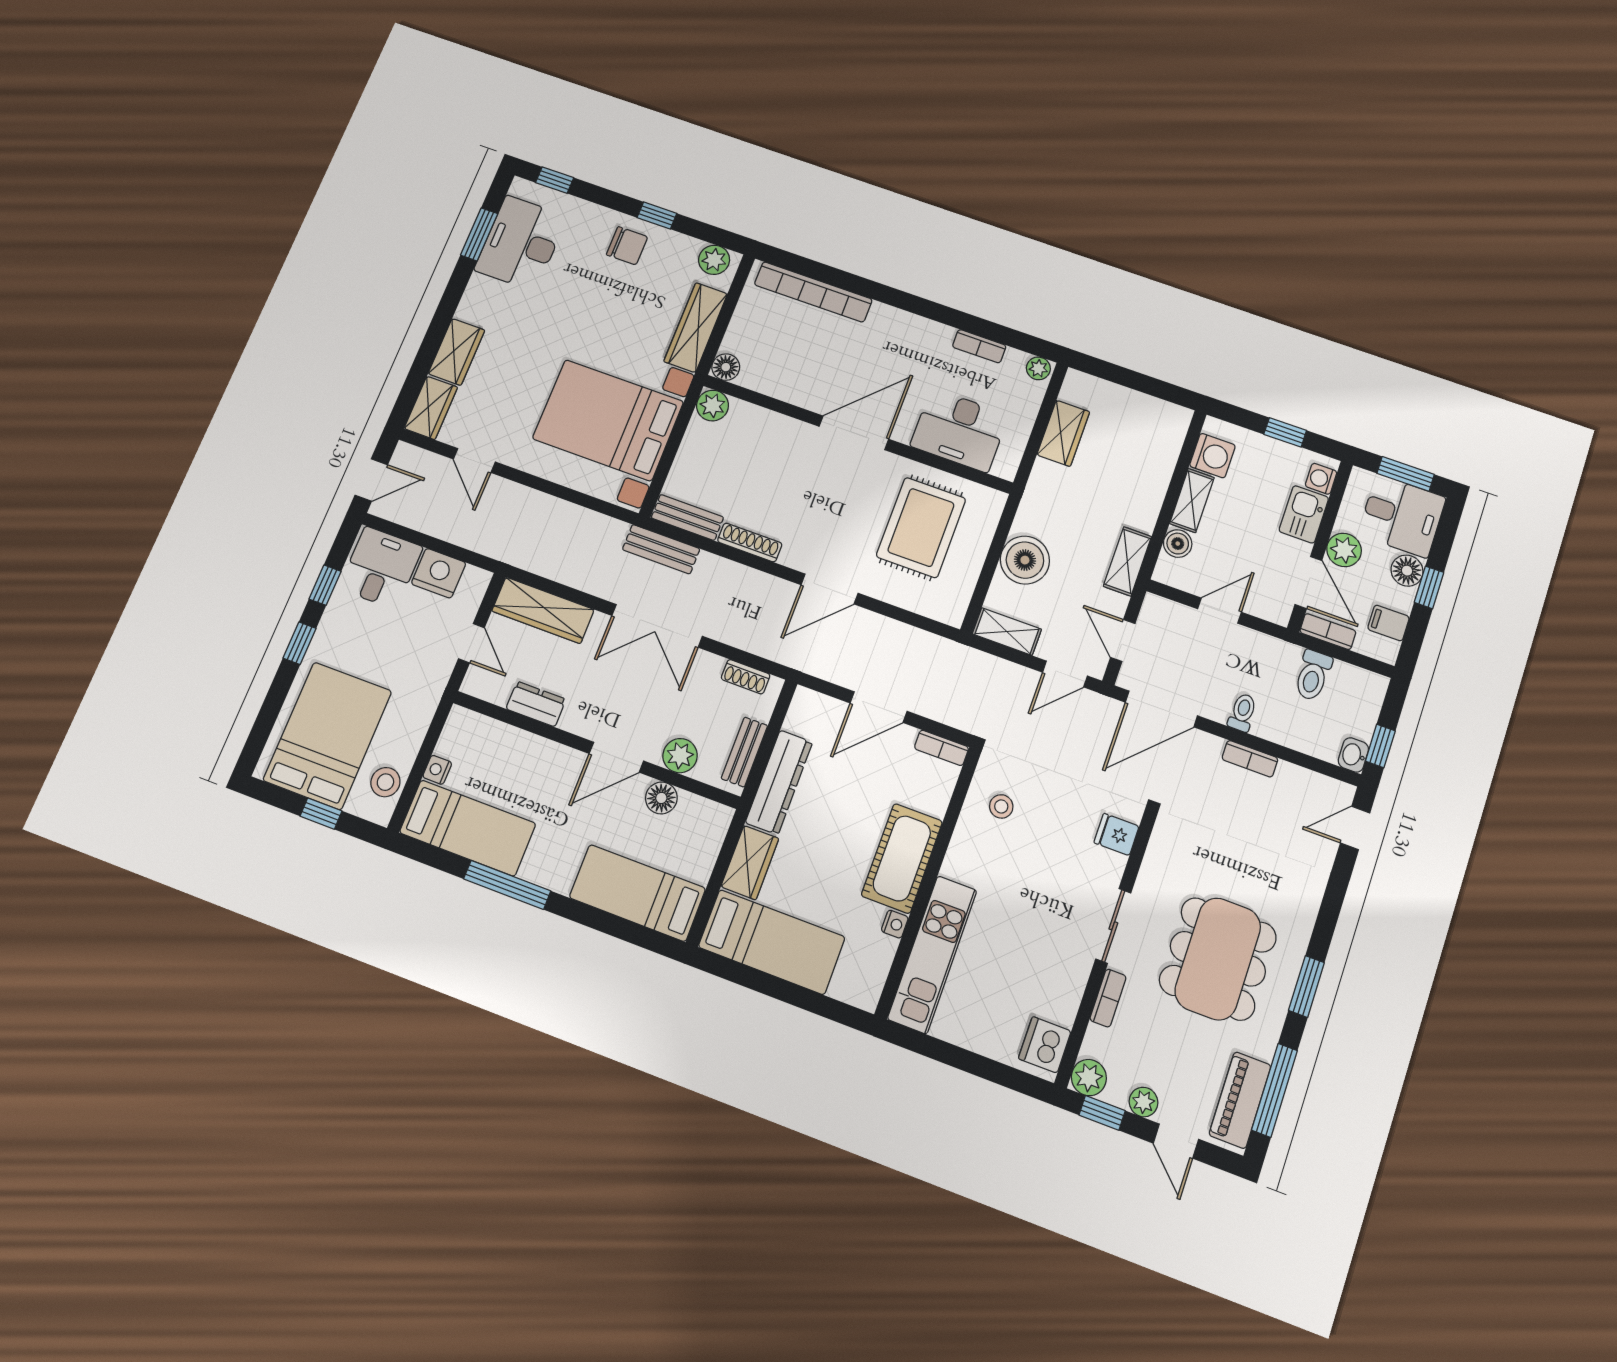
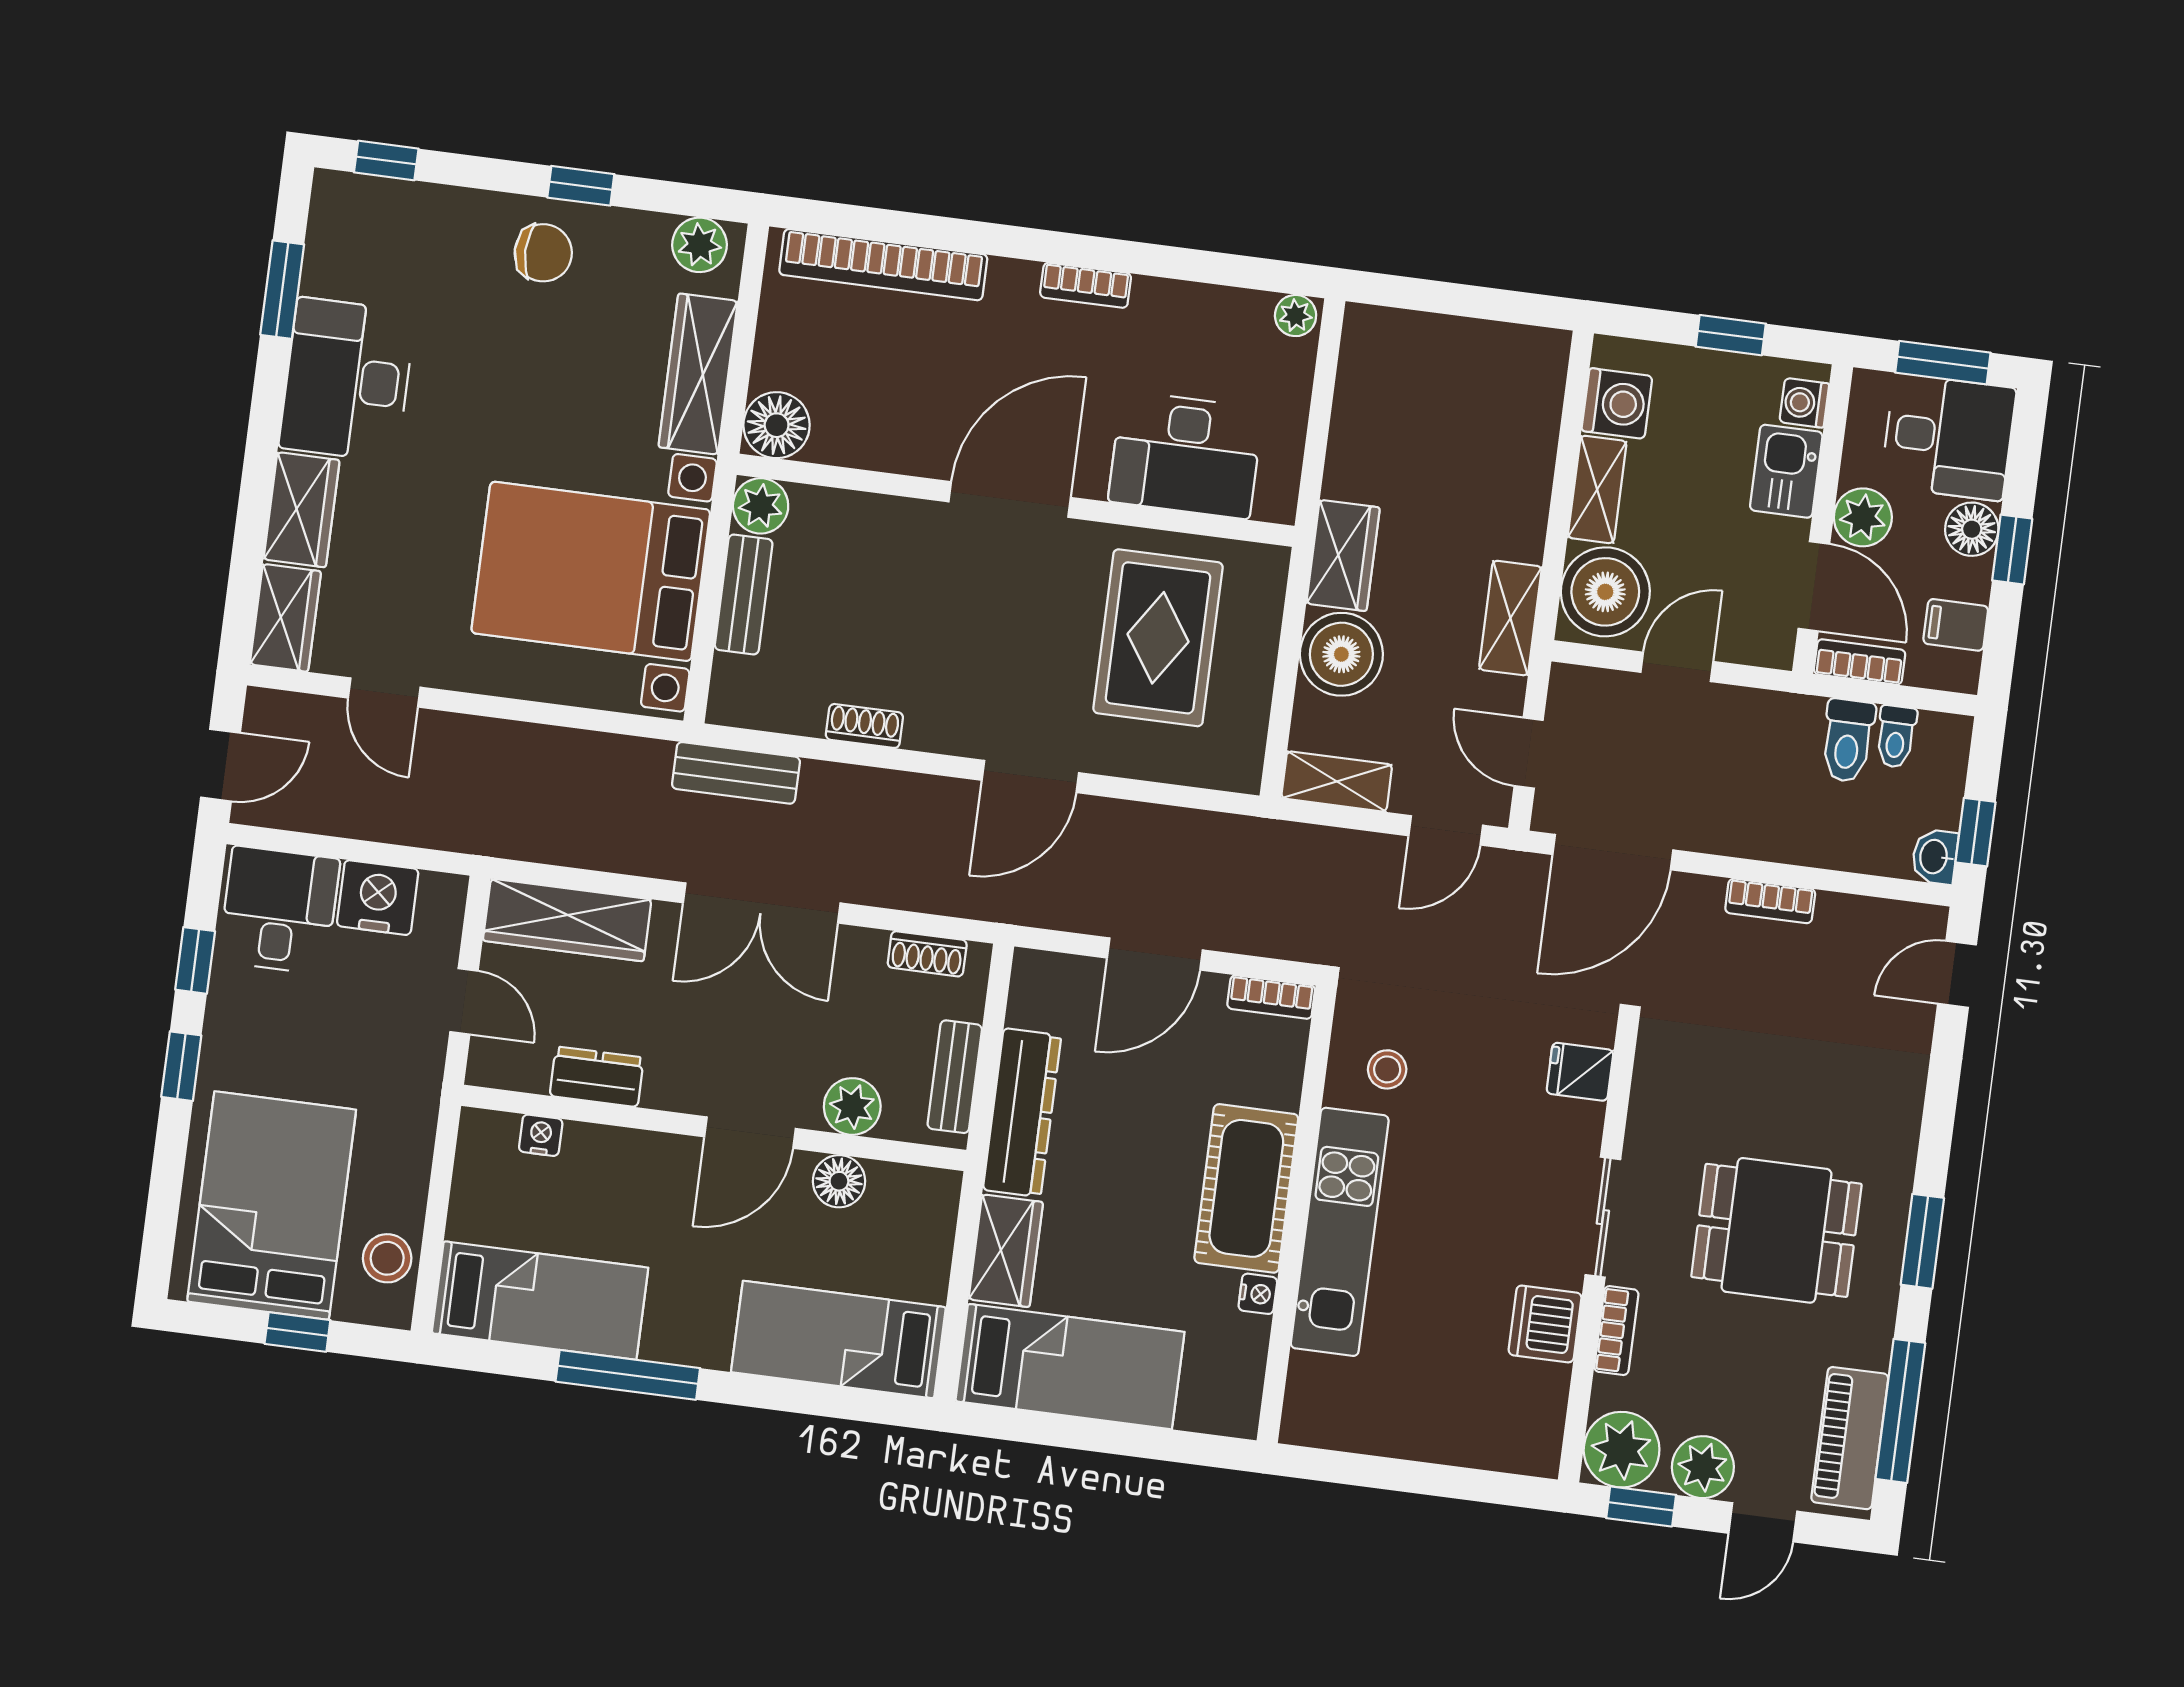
desk: (521, 243) -> (347, 380), moved
bookcase: (979, 346) -> (1086, 285), moved
floor lamp: (726, 367) -> (777, 425), width x1.38, depth x1.38
wardrobe: (1063, 433) -> (1343, 555), moved
bench: (687, 517) -> (744, 595), moved, turned 90
shoe rack: (750, 542) -> (864, 726), width x0.70
boiler: (1178, 544) -> (1605, 592), width x1.86, depth x1.86
toilet: (1242, 712) -> (1896, 737), moved, turned 180
nightstand: (437, 770) -> (541, 1135), moved, turned 90
kitchen unit: (932, 954) -> (1340, 1232), moved
dining table: (1218, 959) -> (1776, 1230), width x0.73
dishwasher: (1045, 1045) -> (1545, 1324), moved
plant: (1089, 1078) -> (1622, 1450), width x1.36, depth x1.36
plant: (1143, 1102) -> (1703, 1467), width x1.38, depth x1.38
door: (1176, 1141) -> (1763, 1522), hinge flipped

